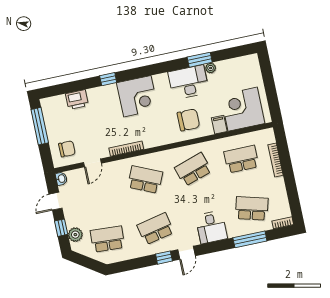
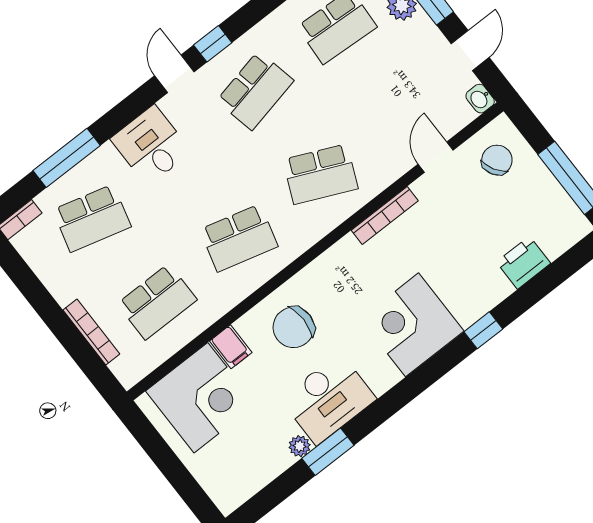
chair: (67, 149) -> (497, 160), turned 150
school desk: (193, 169) -> (239, 238), turned 33

